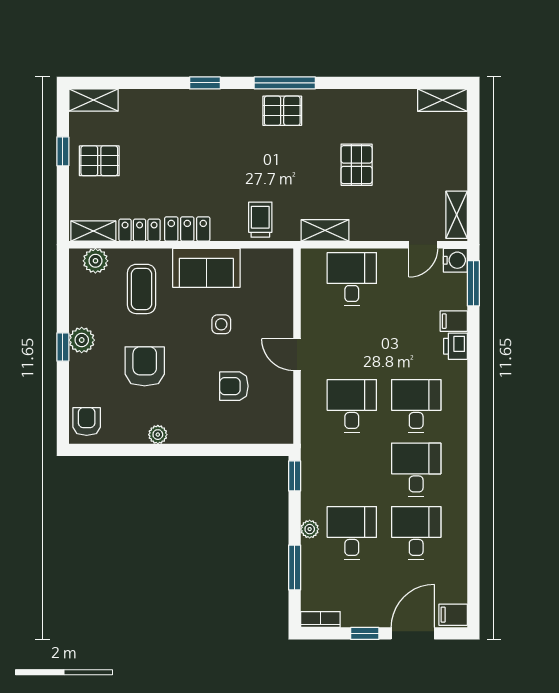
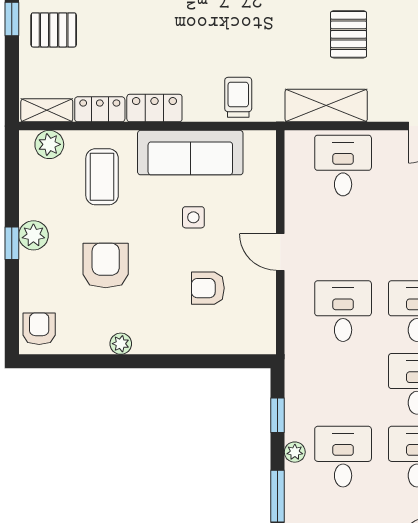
shelving: (325, 230) -> (326, 105), width x1.50, depth x1.33
sofa: (206, 268) -> (190, 153), width x1.36
window: (295, 476) -> (278, 415), moved

